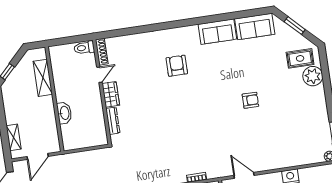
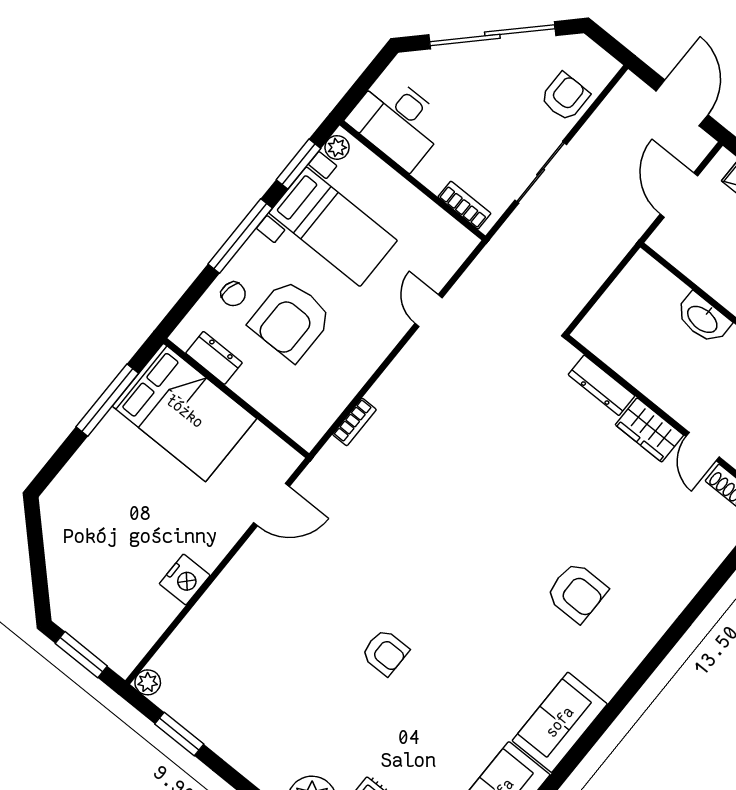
armchair: (250, 100) -> (385, 652), turned -90

